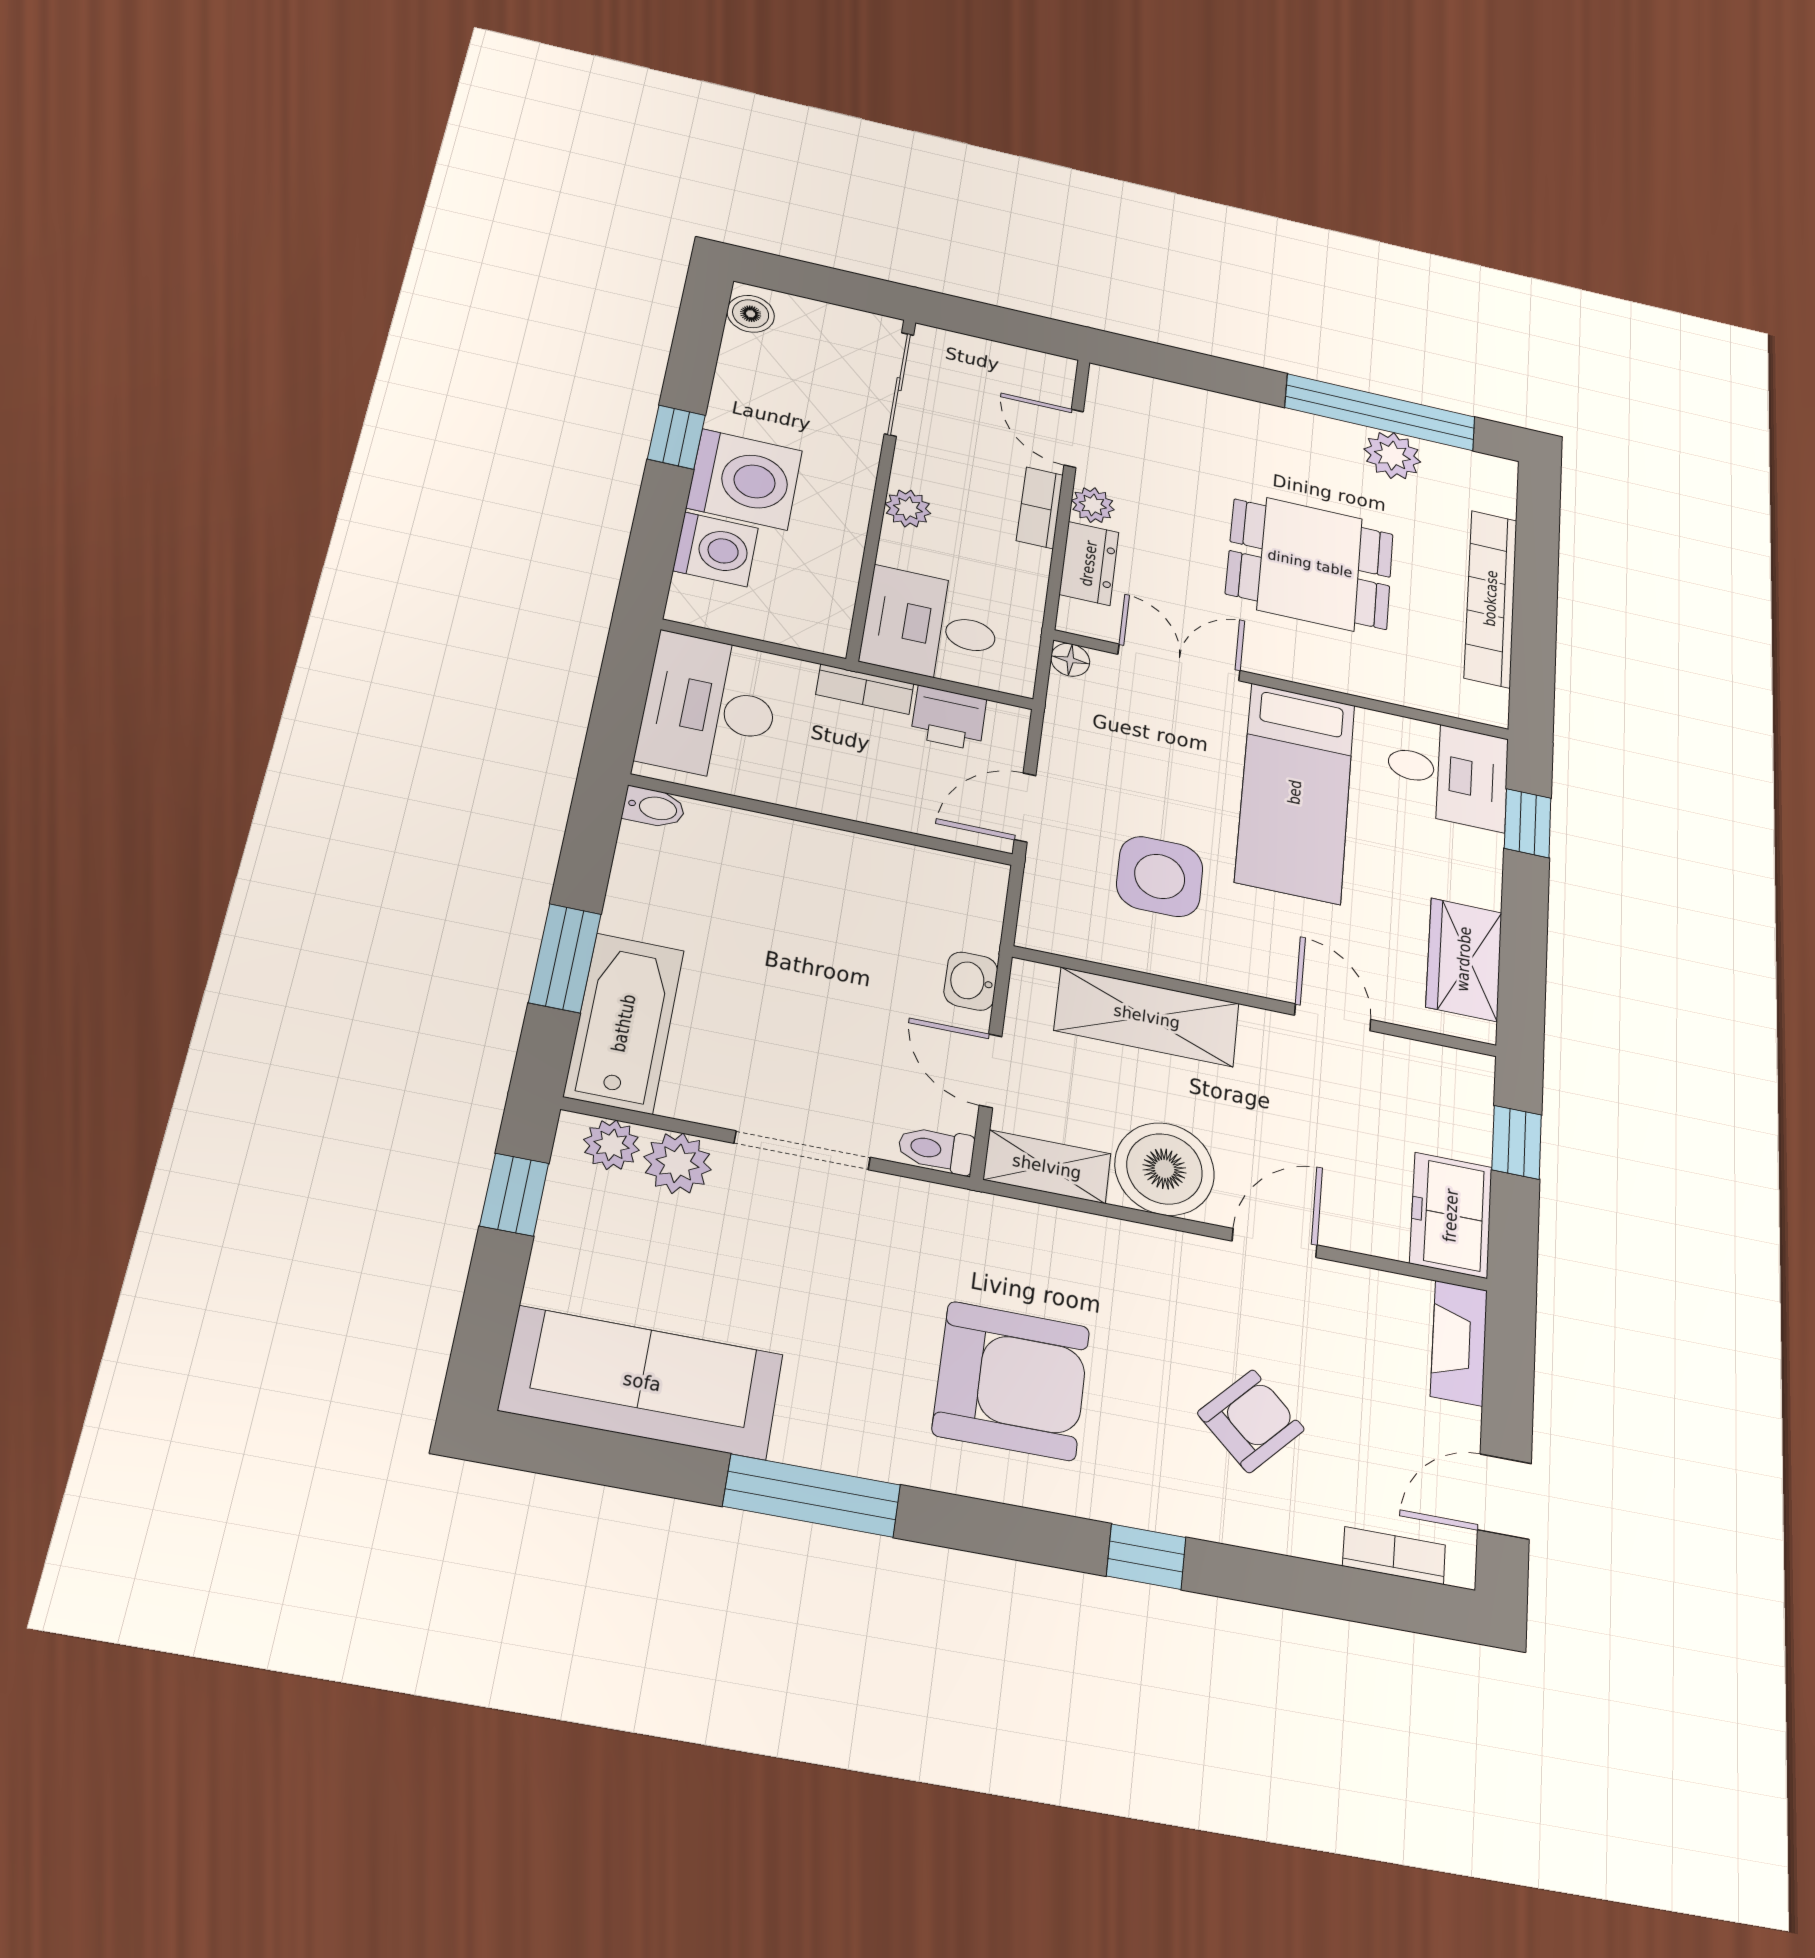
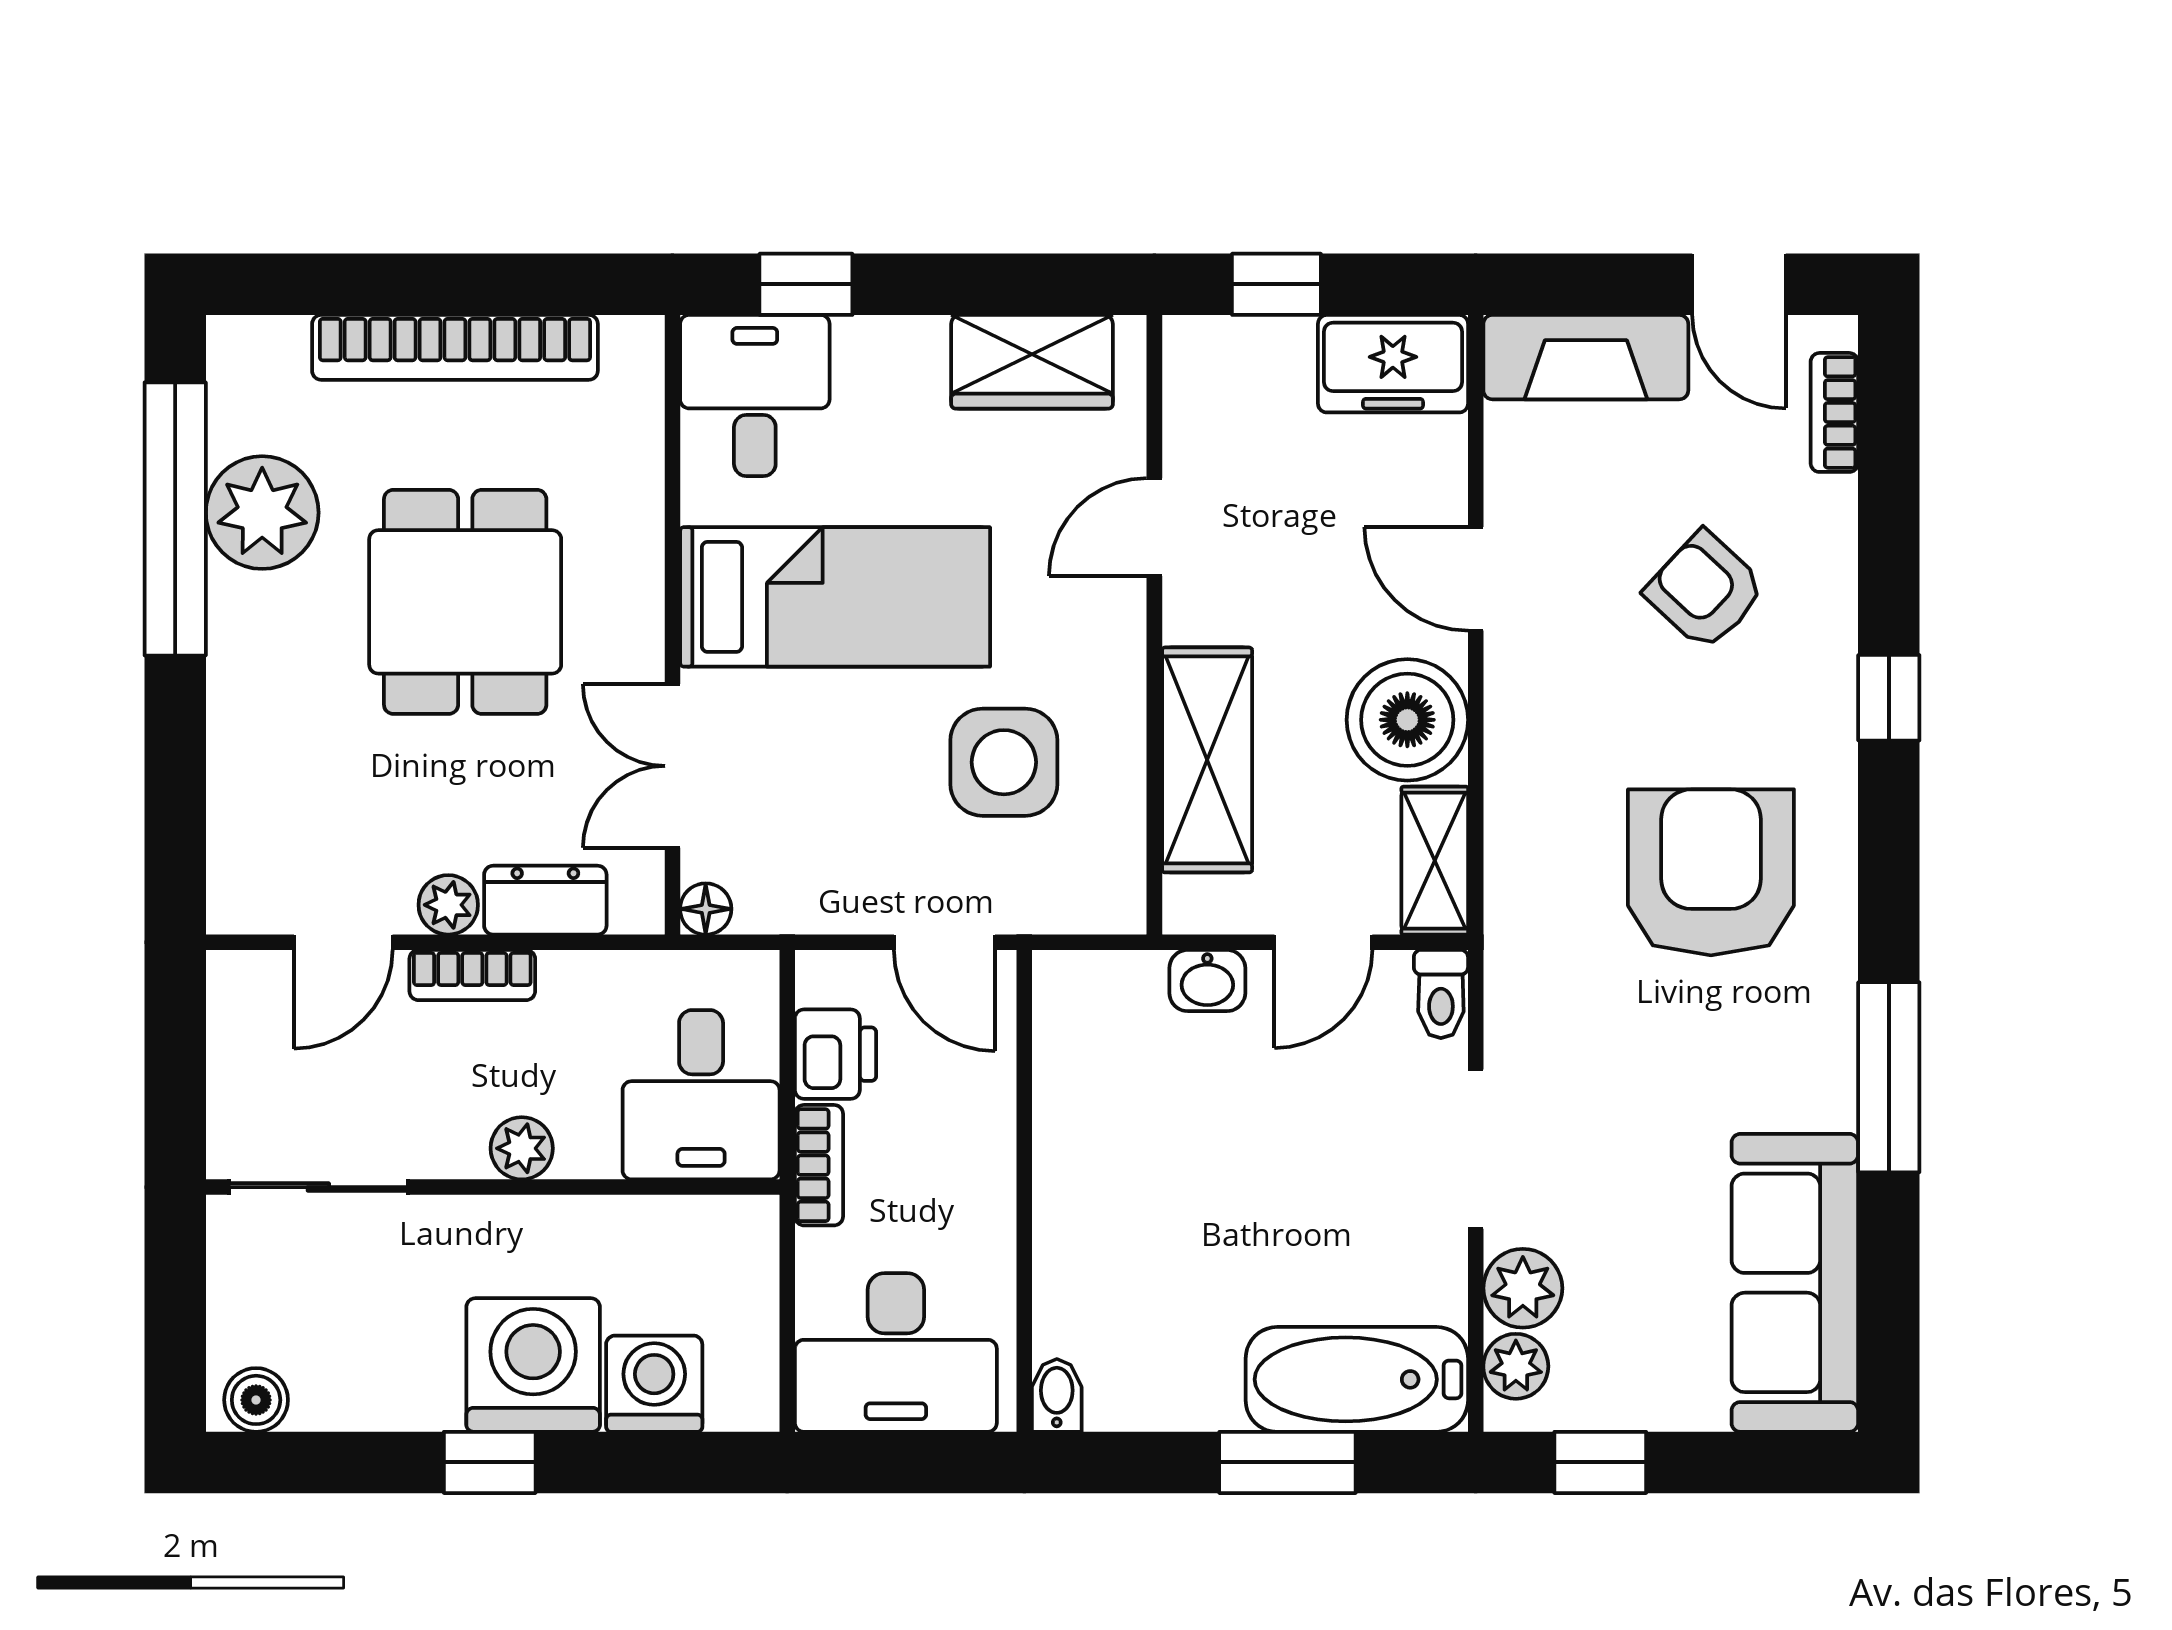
plant: (1392, 456) -> (262, 513), width x1.36, depth x1.36
fireplace: (1459, 1343) -> (1586, 357), width x1.37, depth x1.32

